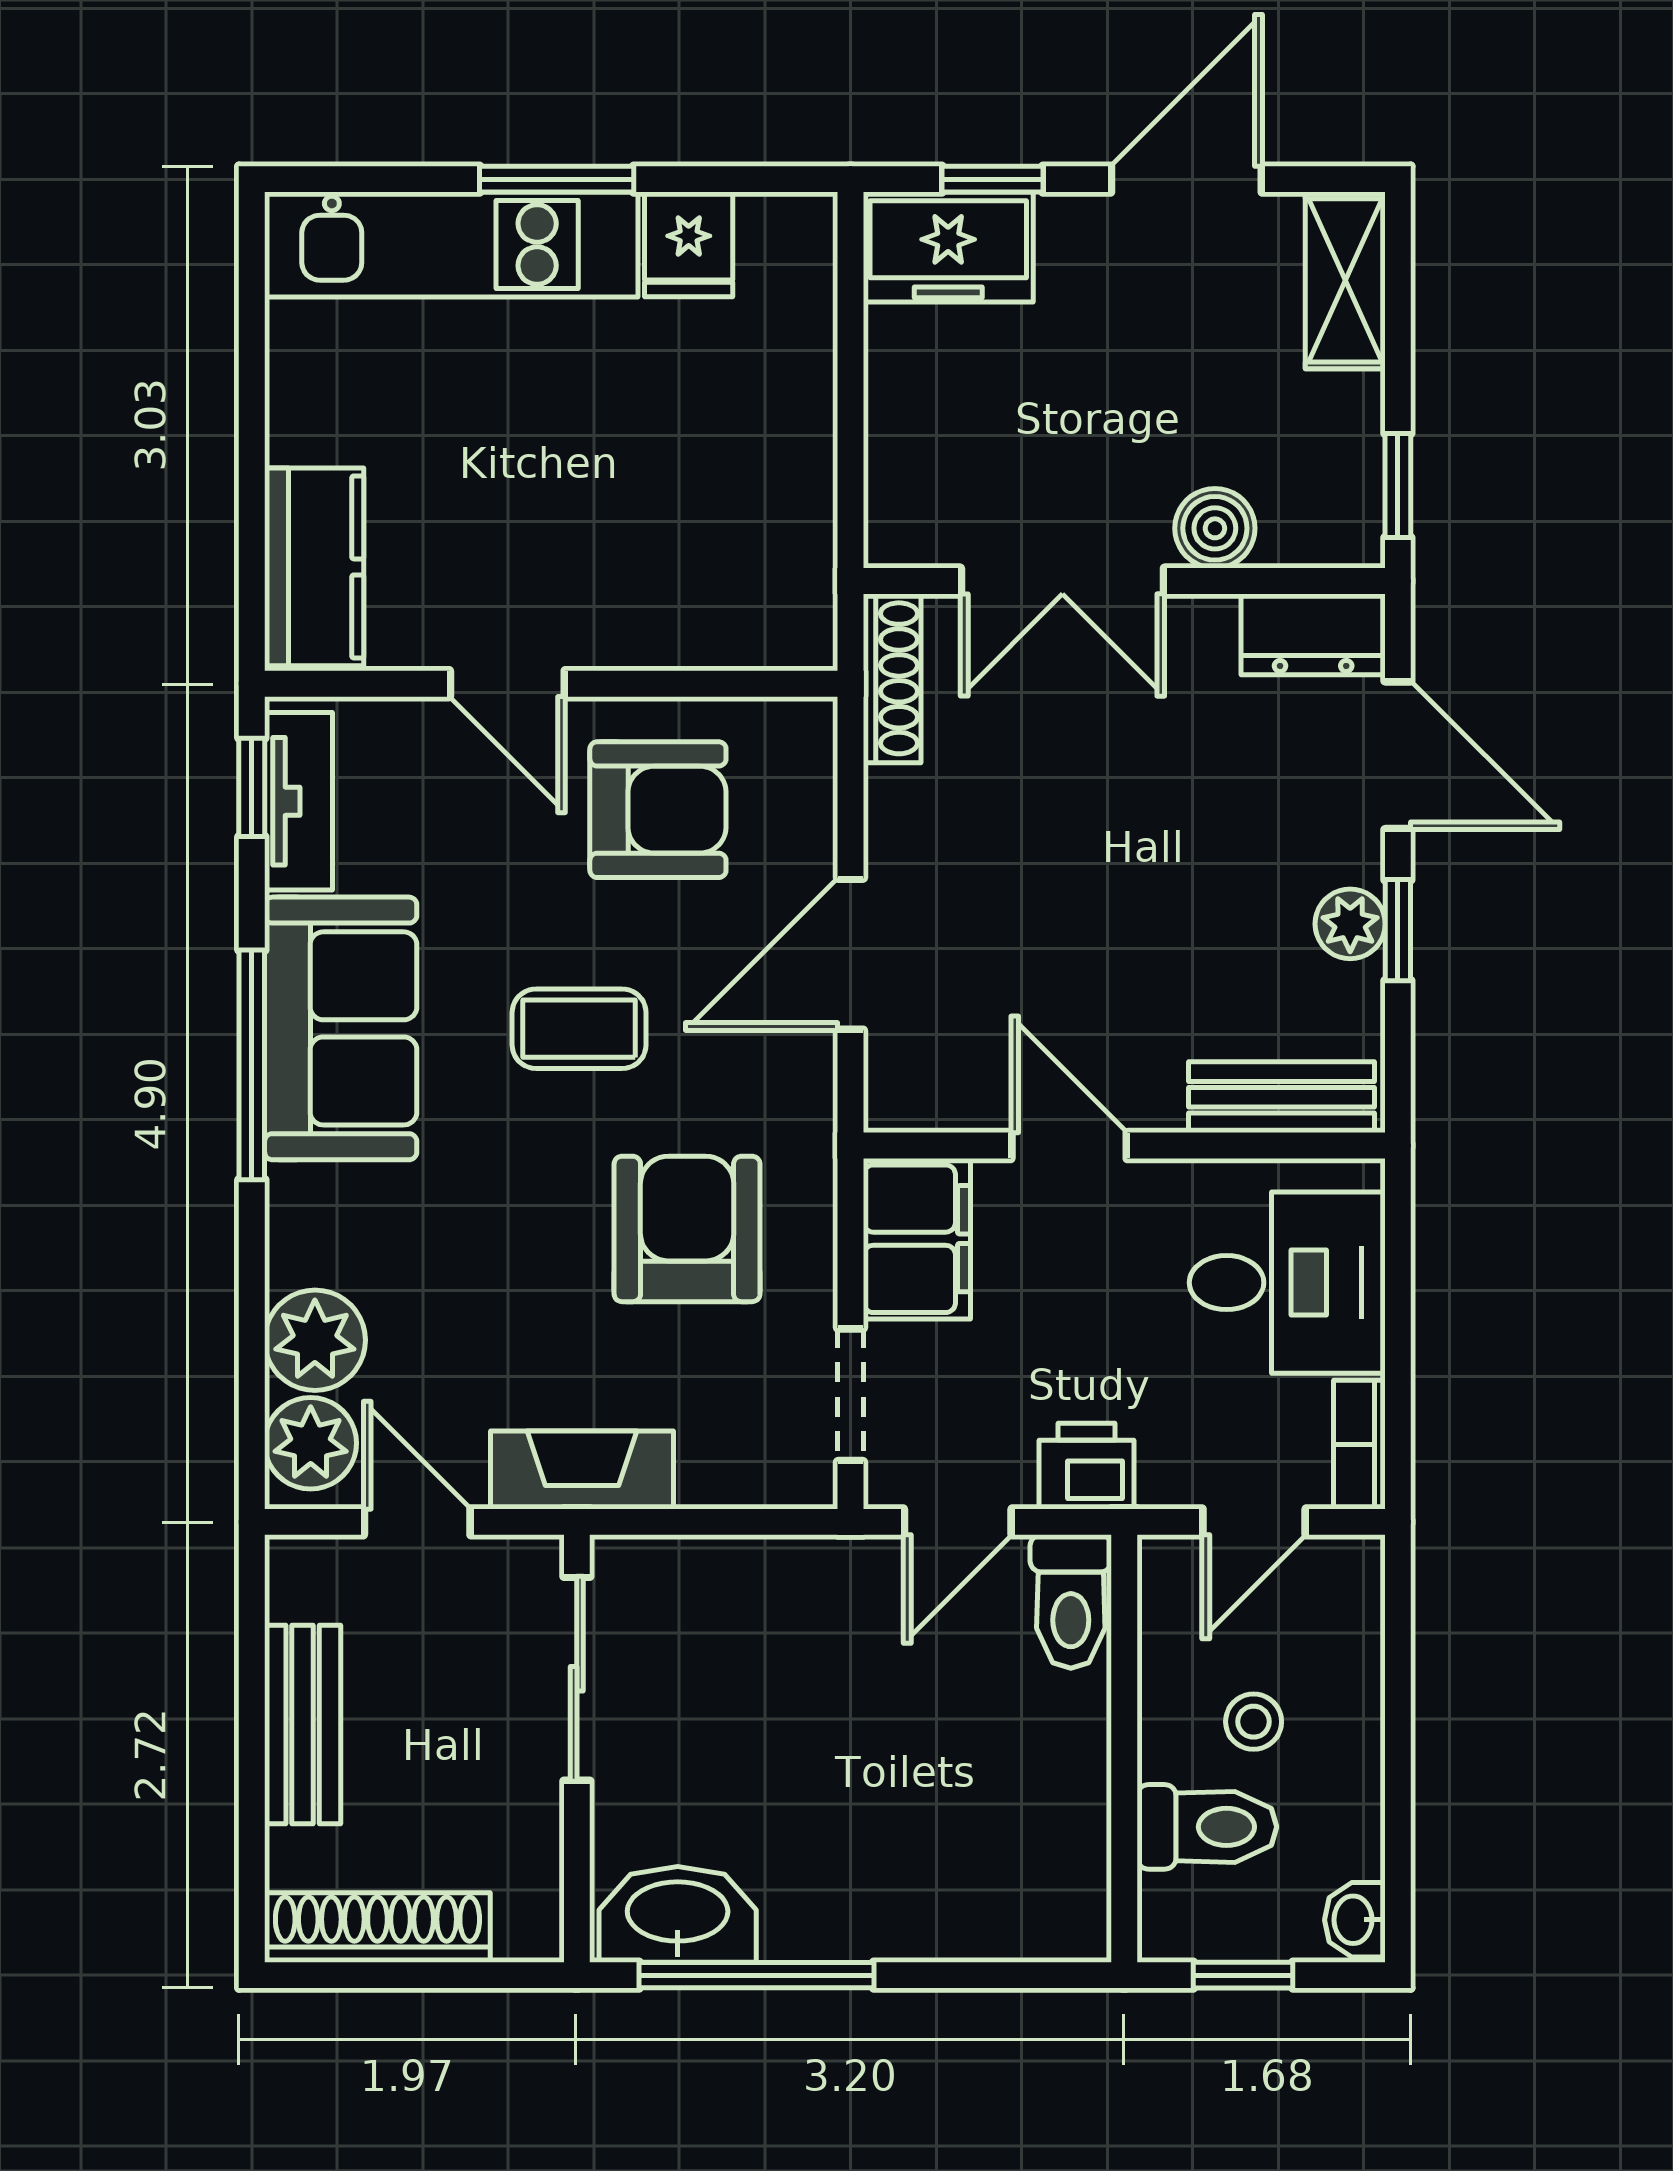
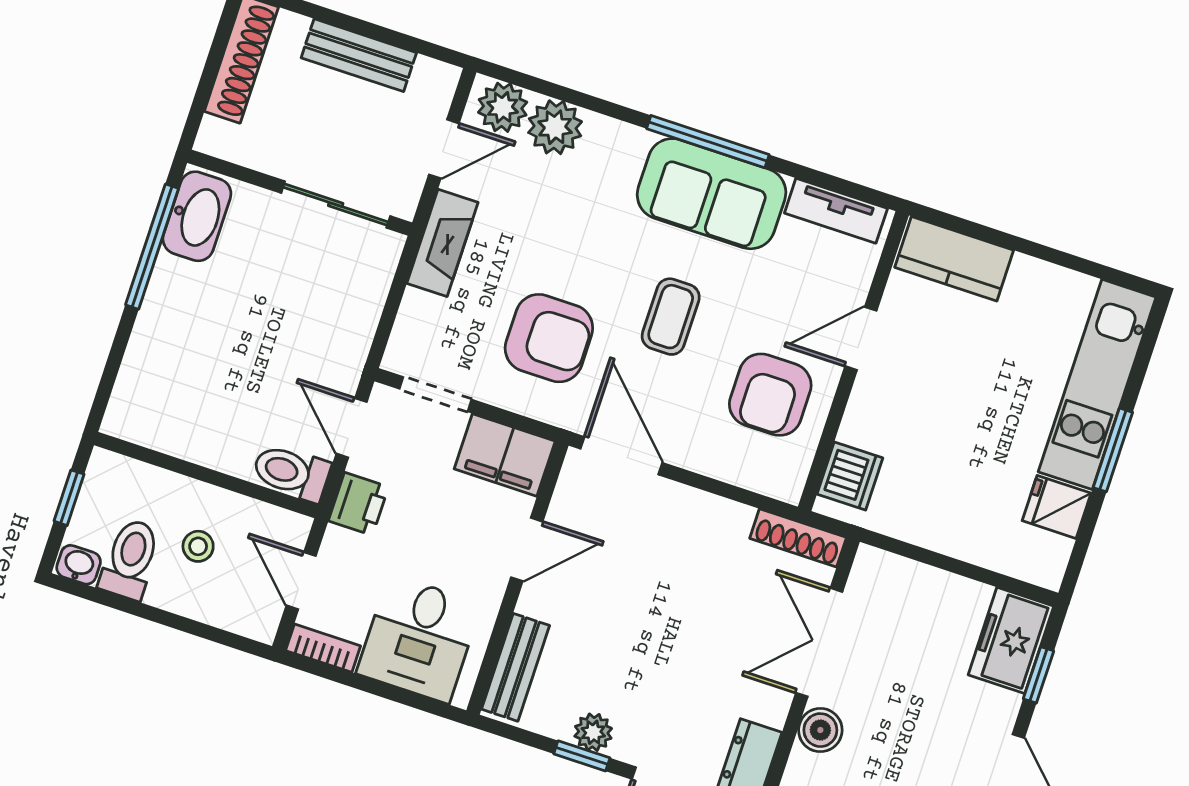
dishwasher: (754, 624) -> (850, 476), added
window: (252, 787) -> (851, 189), removed
door: (851, 954) -> (621, 456), moved
toilet: (1207, 1827) -> (130, 559), moved, turned 180

